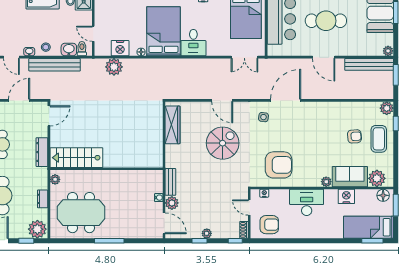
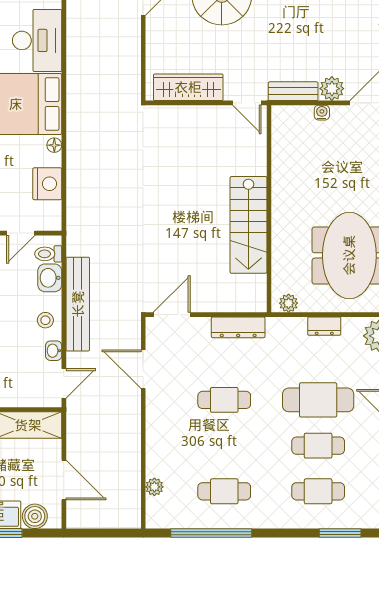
desk: (193, 43) -> (37, 40), width x1.37
plant: (114, 67) -> (82, 195), removed
door: (49, 116) -> (172, 315), hinge flipped
door: (164, 157) -> (247, 103), added
stairs: (76, 158) -> (248, 225), moved

